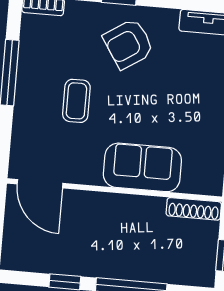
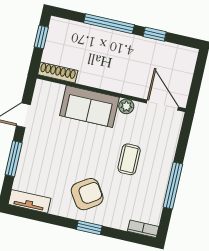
plant: (91, 175) -> (126, 106), added

